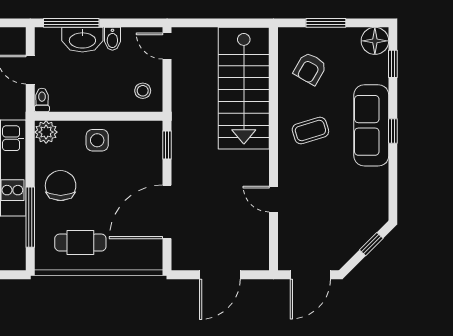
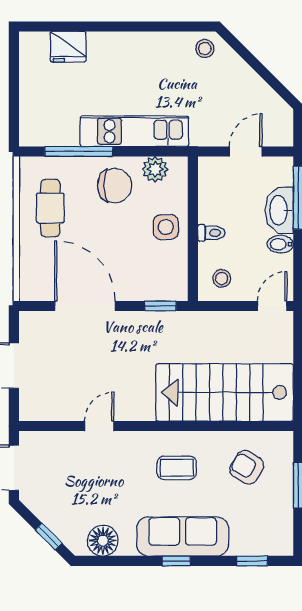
floor lamp: (375, 41) -> (103, 541), moved
toilet: (42, 100) -> (211, 233), moved
coffee table: (310, 131) -> (177, 468), turned -73
plant: (46, 132) -> (155, 169), moved

